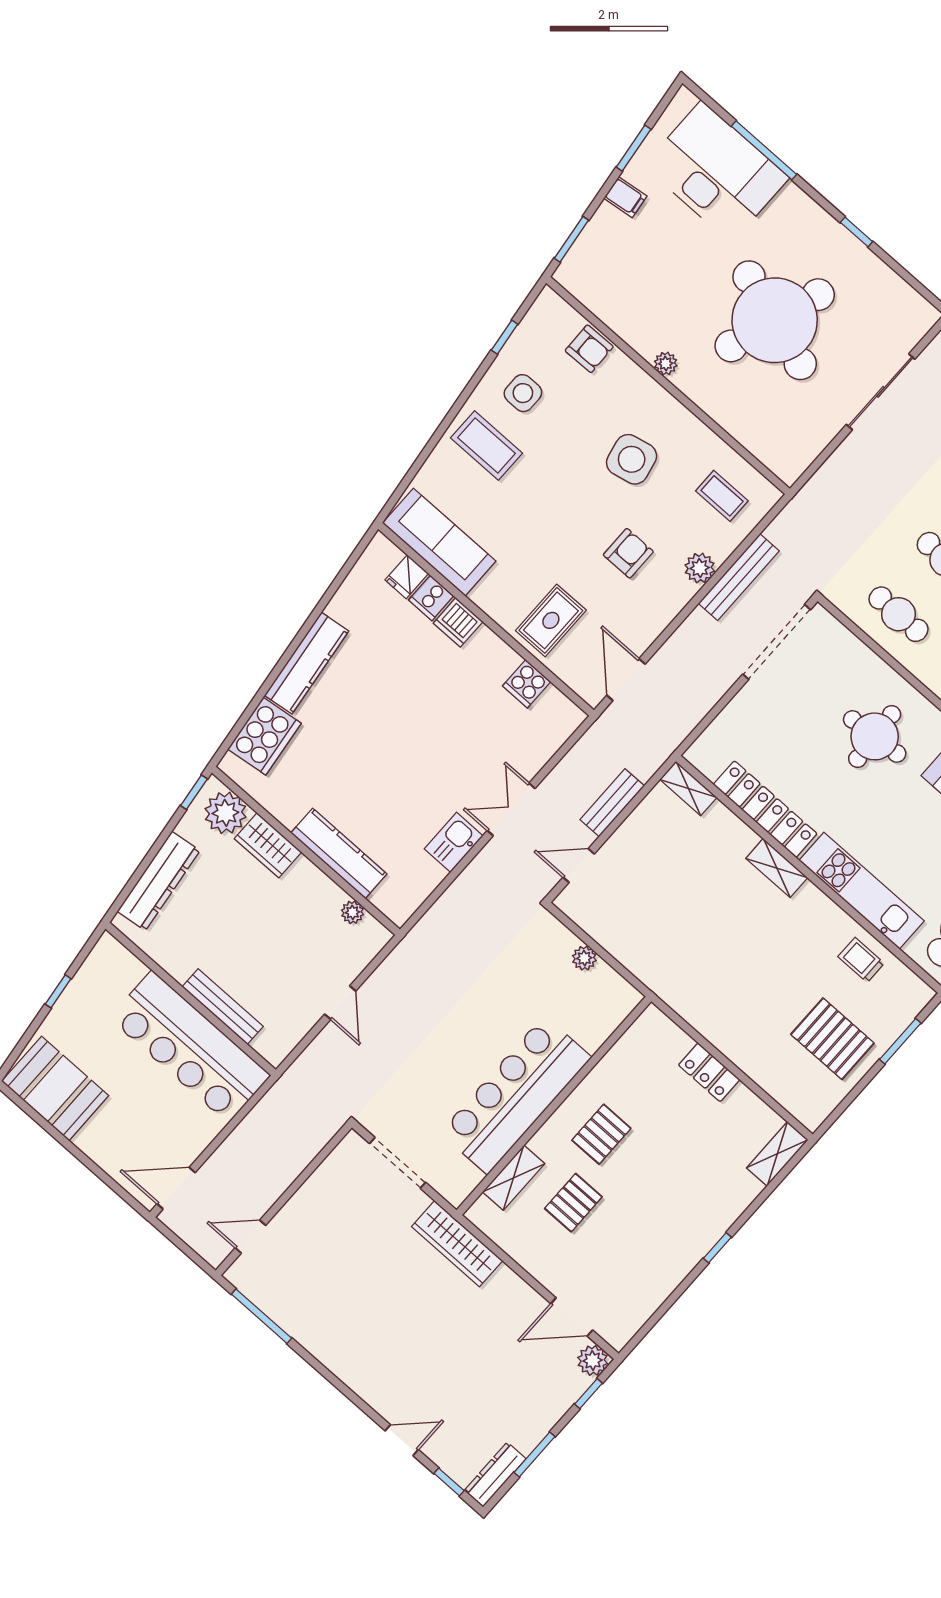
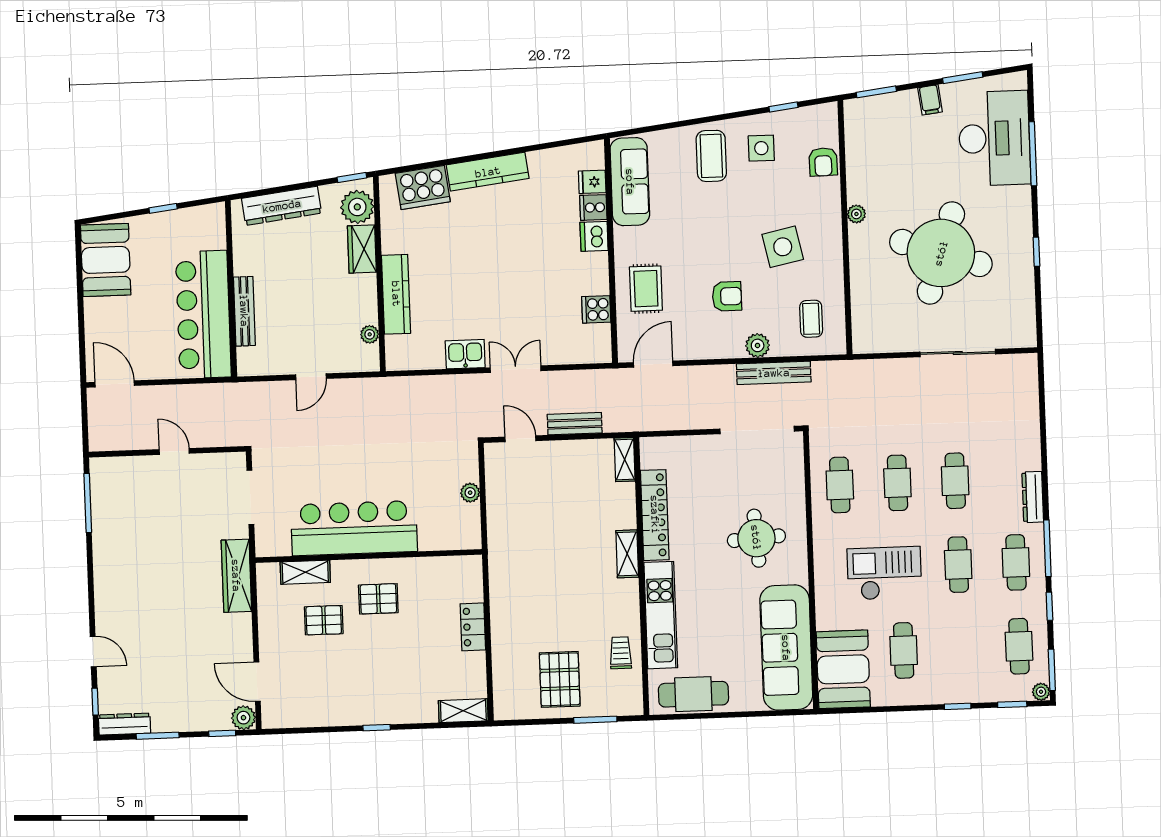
rug: (551, 620) -> (646, 289), turned 90
door: (251, 1237) -> (174, 451), moved

